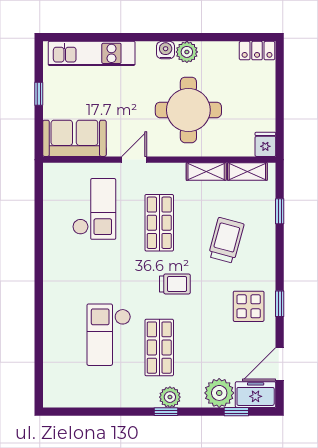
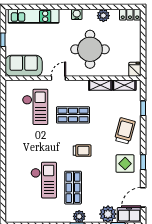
plant: (187, 52) -> (103, 16), moved
shop shelf: (159, 223) -> (73, 115), turned 90
trolley: (226, 240) -> (125, 131), moved
checkout: (109, 335) -> (44, 180), turned 180

